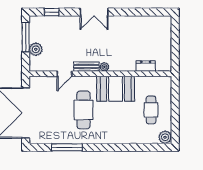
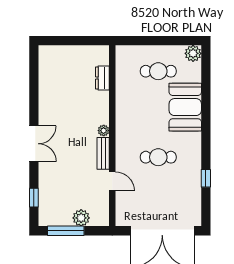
booth: (116, 89) -> (185, 107), moved
cafe table: (83, 110) -> (158, 157), width x0.73, depth x0.74
window: (67, 147) -> (206, 178), width x0.46

